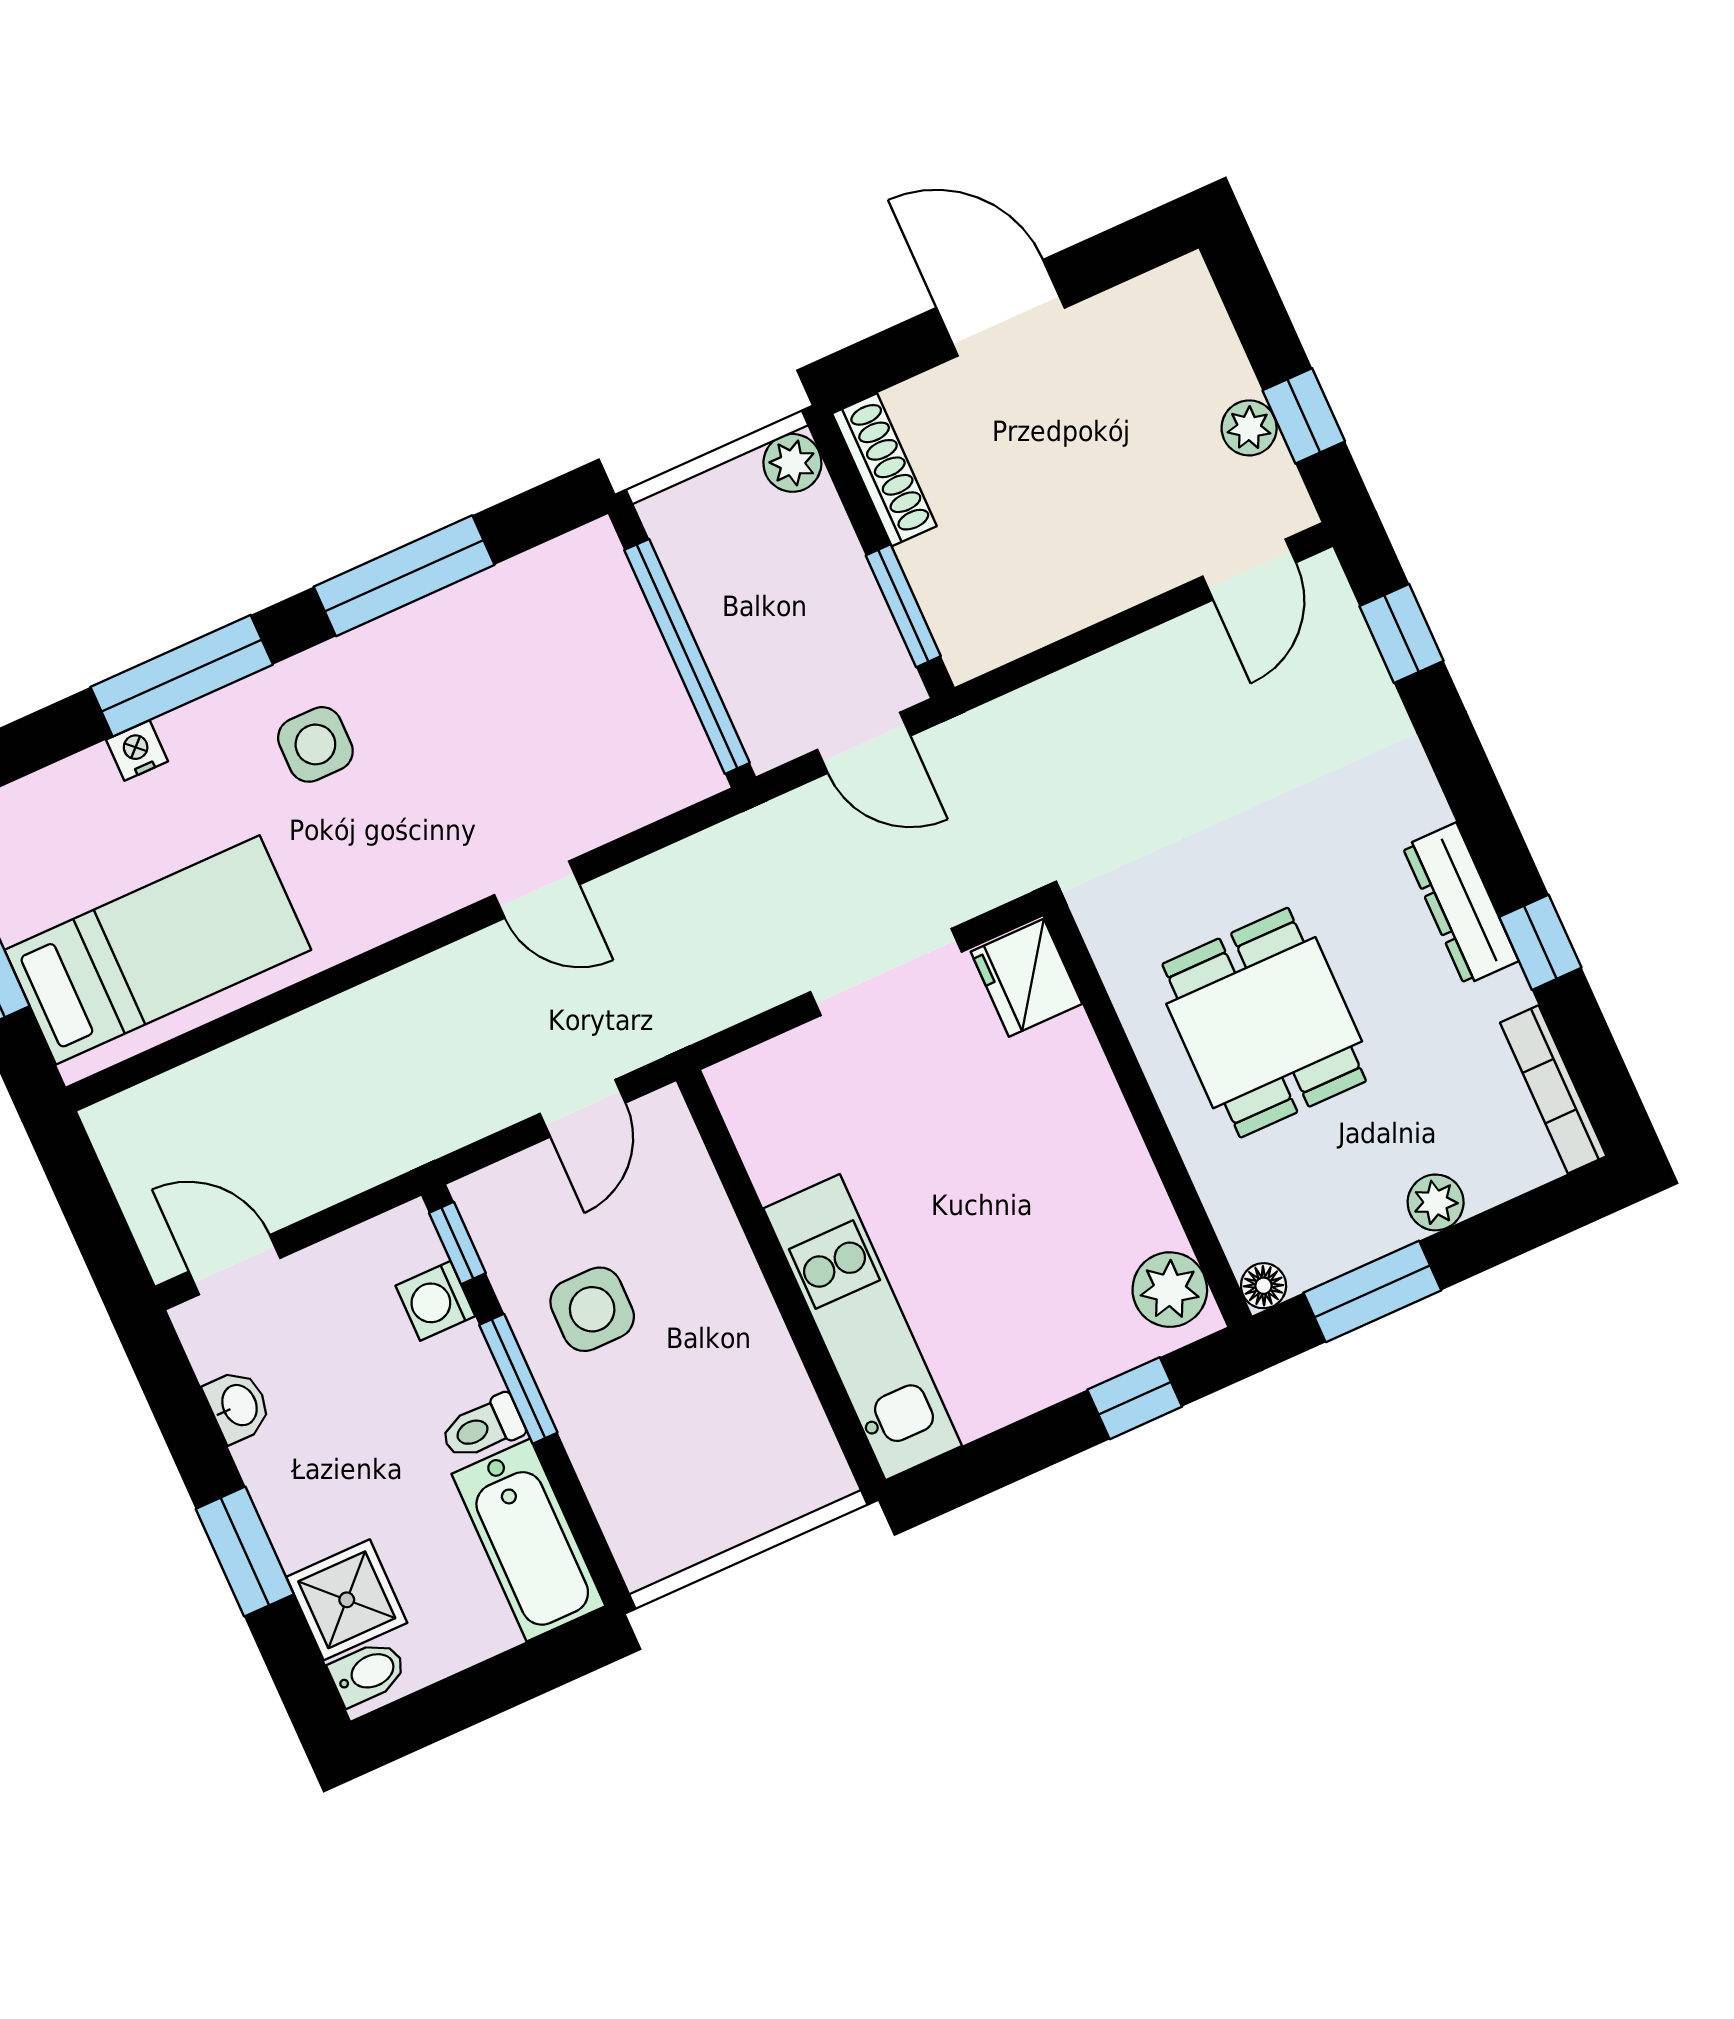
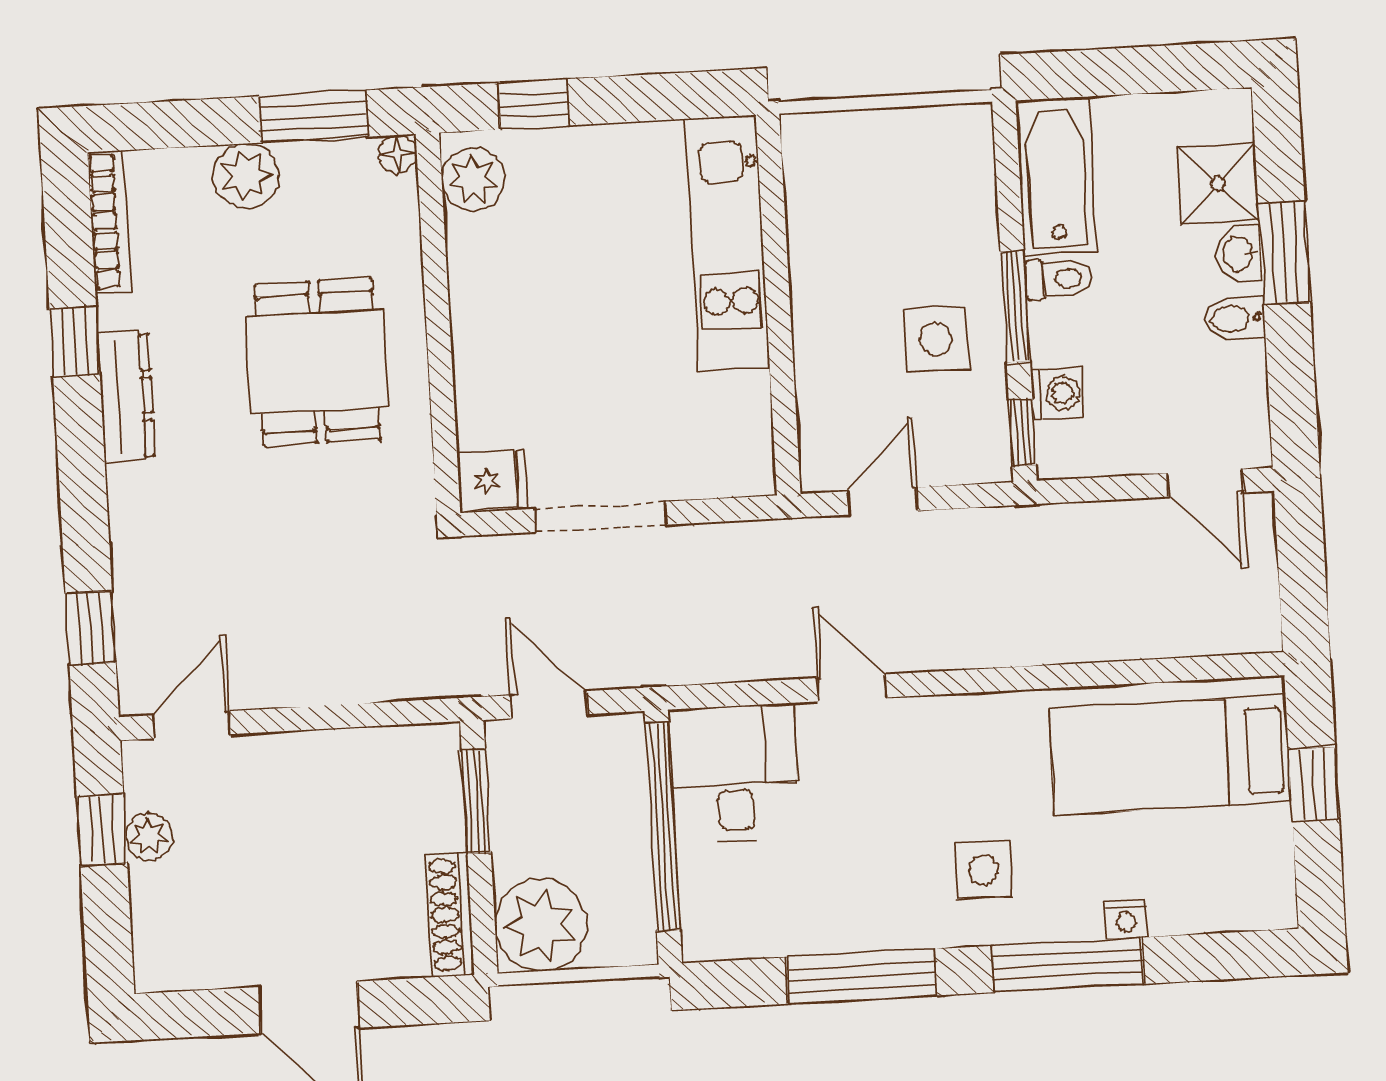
plant: (792, 463) -> (541, 925), width x1.88, depth x1.88
desk: (631, 745) -> (734, 774), added
fridge: (1026, 978) -> (492, 480), width x0.72
plant: (1436, 1202) -> (246, 176), width x1.38, depth x1.38
washbasin: (238, 1406) -> (1239, 254), moved
bidet: (368, 1673) -> (1235, 318), moved

